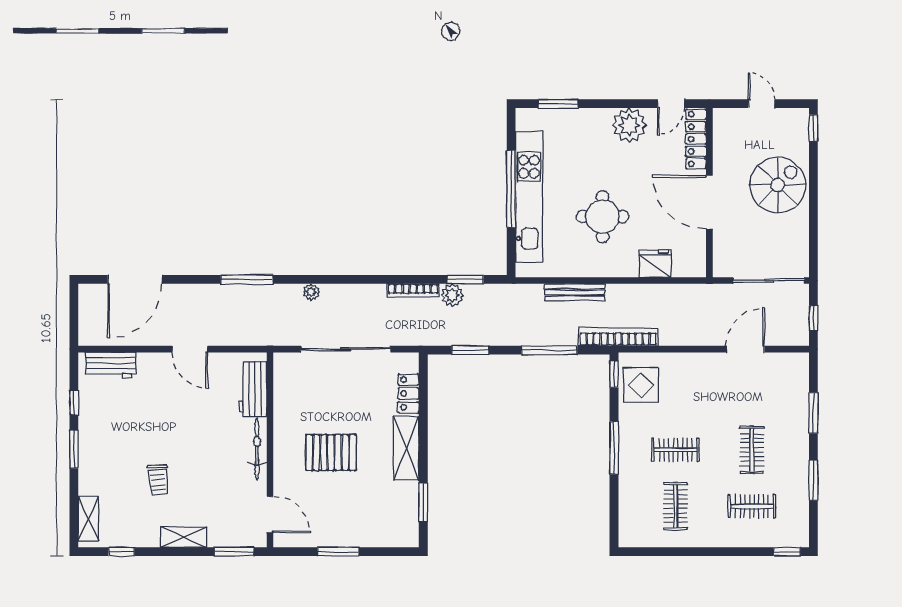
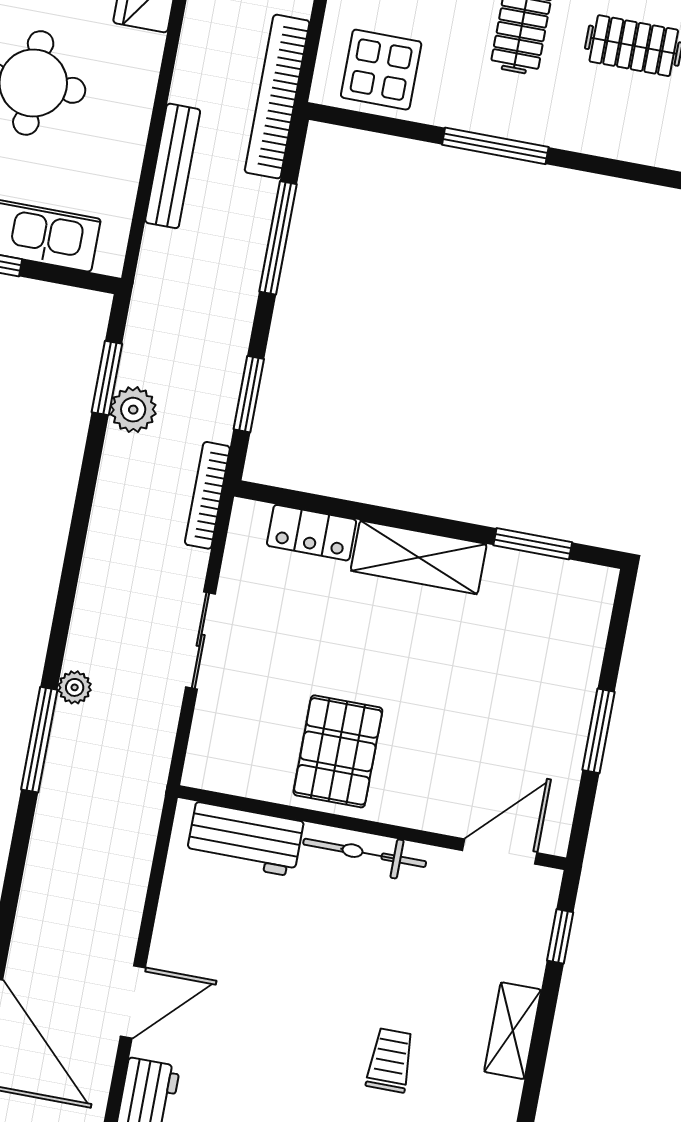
window: (247, 279) -> (39, 740), moved
bookcase: (413, 290) -> (207, 495), moved, turned 180
door: (190, 349) -> (133, 1002), moved
sliding door: (346, 349) -> (201, 640), width x0.54
window: (614, 374) -> (350, 119), removed
pallet: (331, 453) -> (338, 751), moved
trolley: (158, 480) -> (390, 1060), turned -85
window: (234, 552) -> (560, 936), width x0.67

